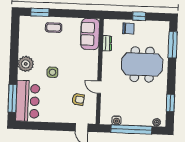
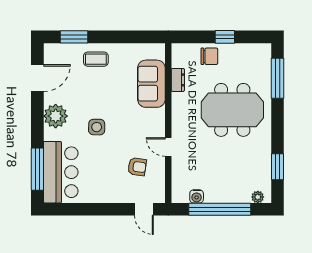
sofa: (90, 34) -> (151, 84), moved
door: (15, 39) -> (37, 78), added

